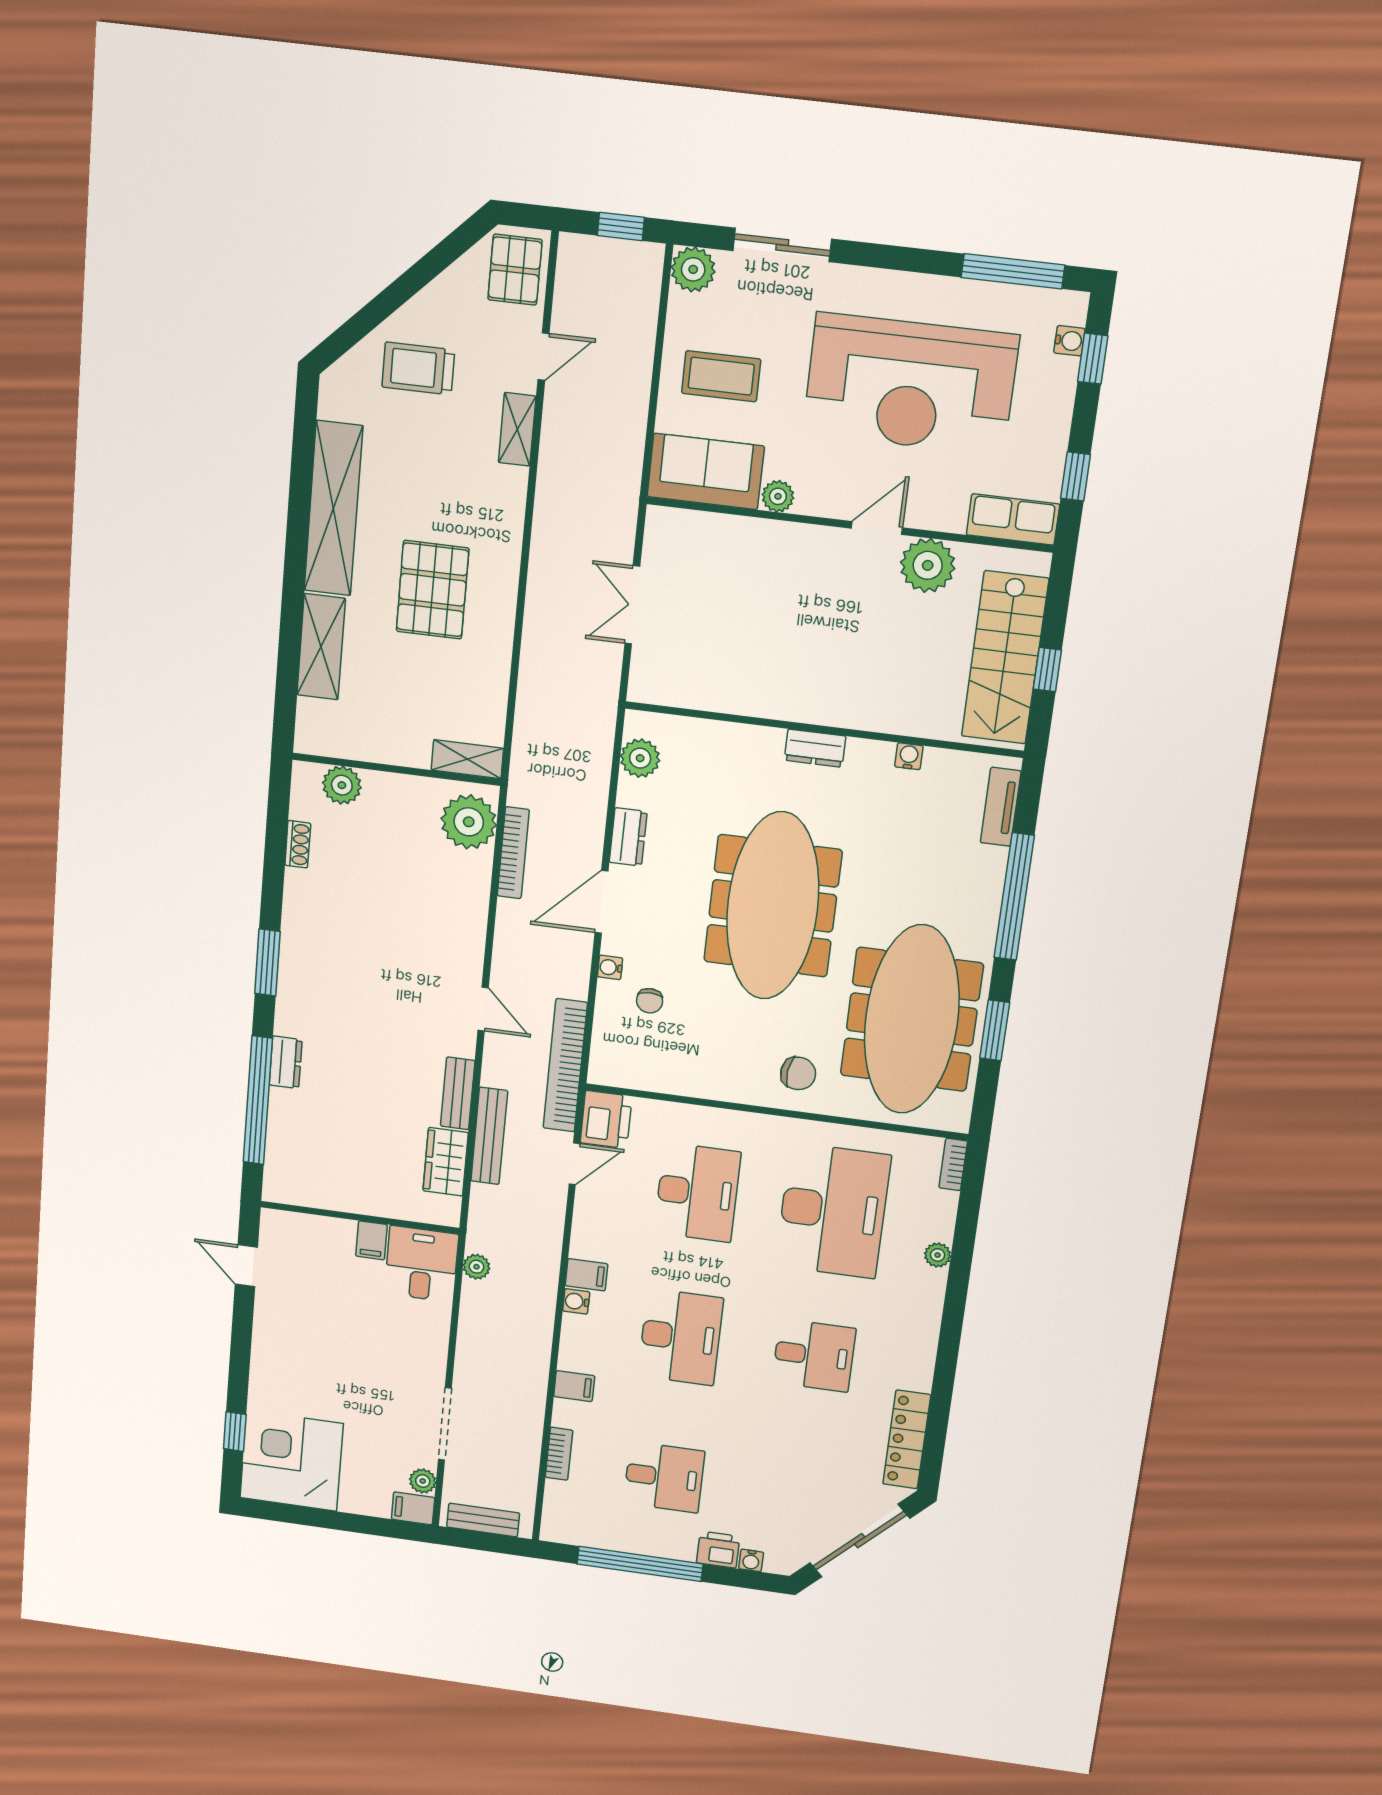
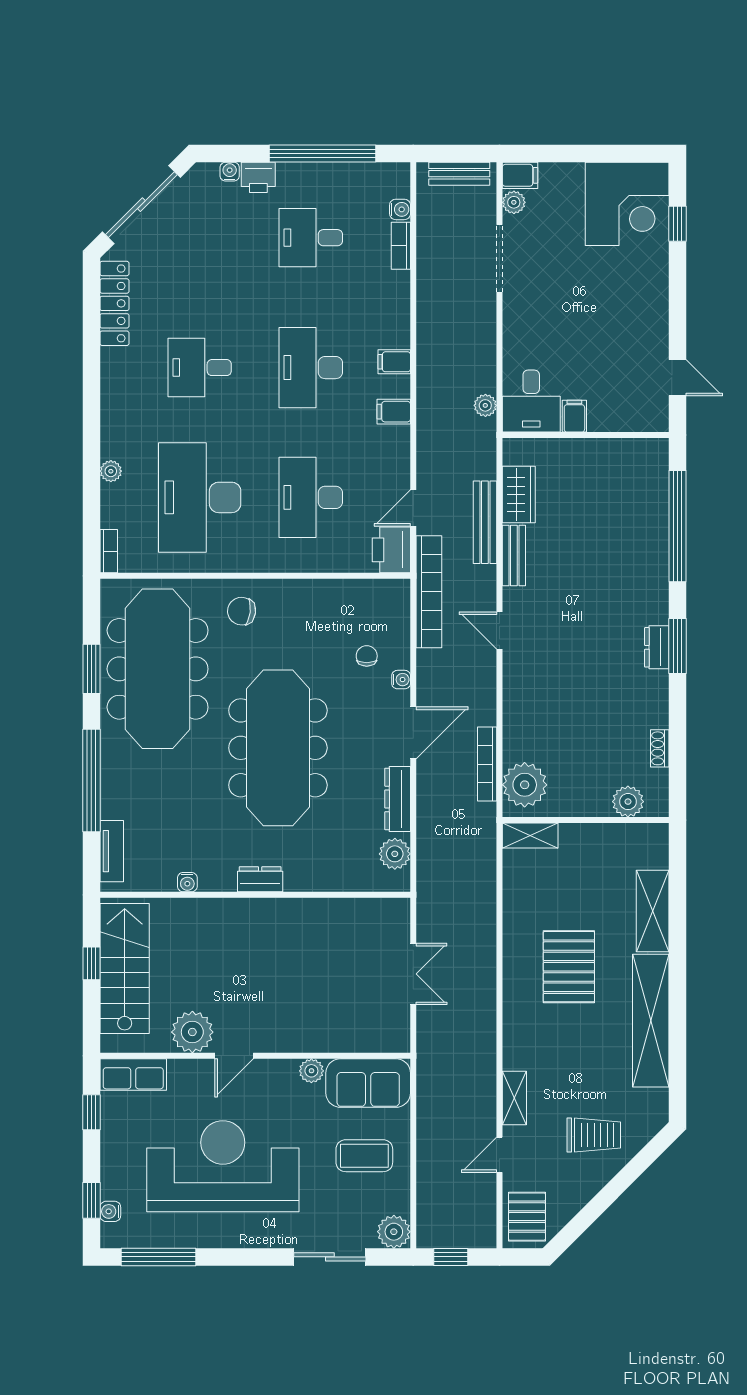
dresser: (628, 837) -> (398, 799), width x1.44
dresser: (286, 1062) -> (657, 647), moved
water cooler: (576, 1301) -> (400, 209), moved
filing cabinet: (574, 1386) -> (394, 362), moved

